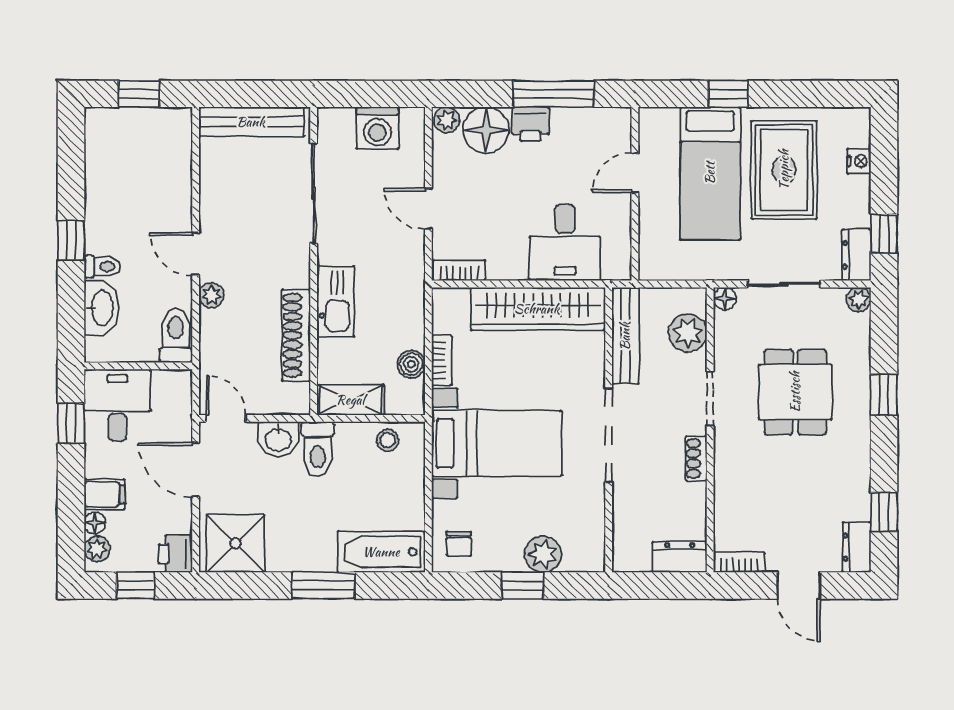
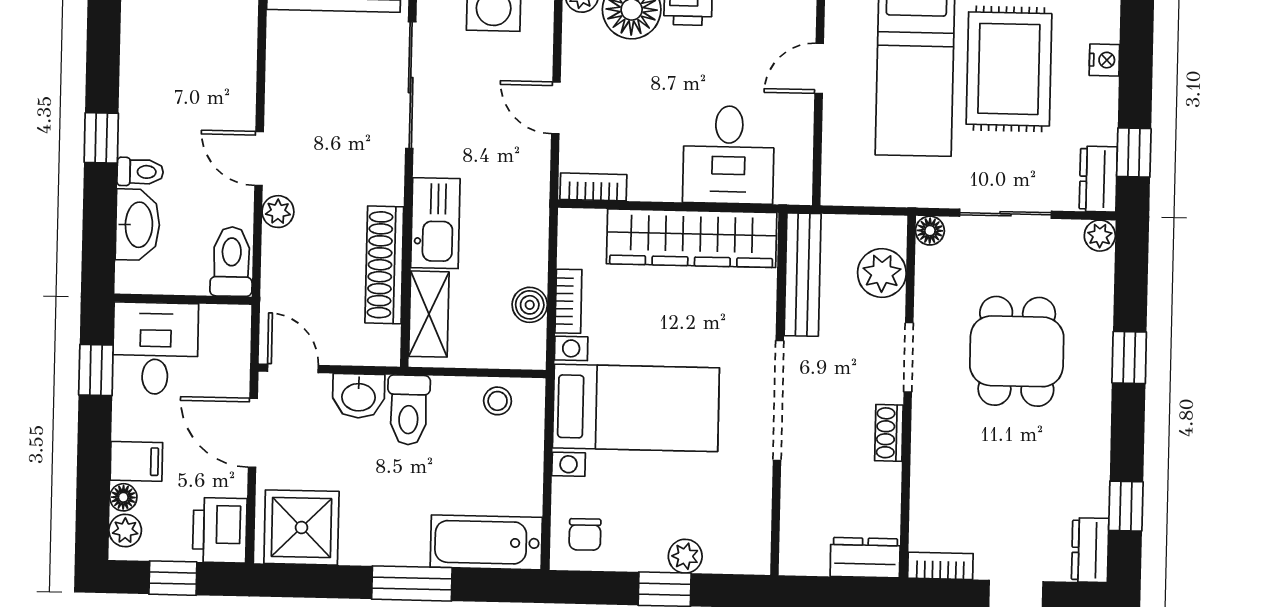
shelving: (350, 400) -> (429, 314), moved, turned 90
printer: (175, 554) -> (220, 530), width x1.36, depth x1.24
plant: (543, 554) -> (685, 556), width x0.73, depth x0.73

